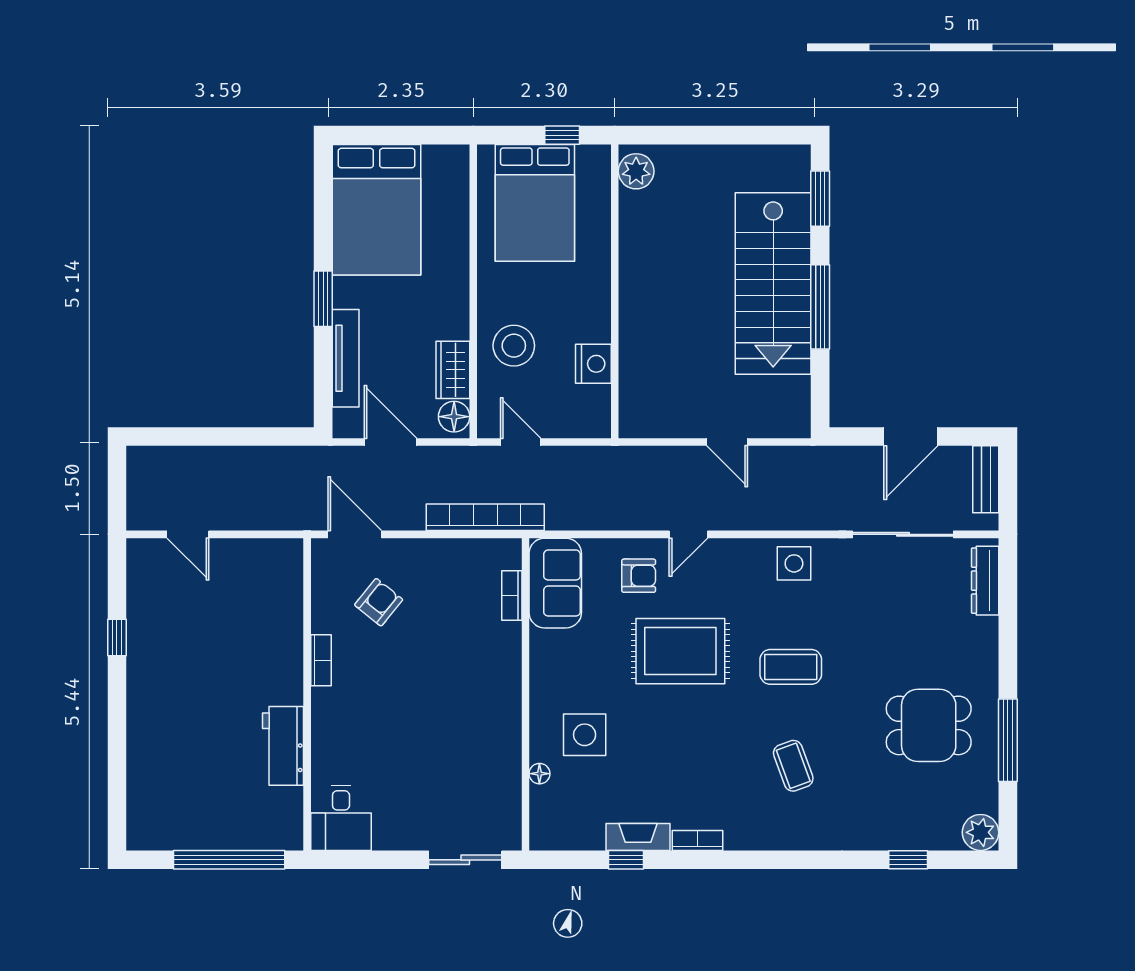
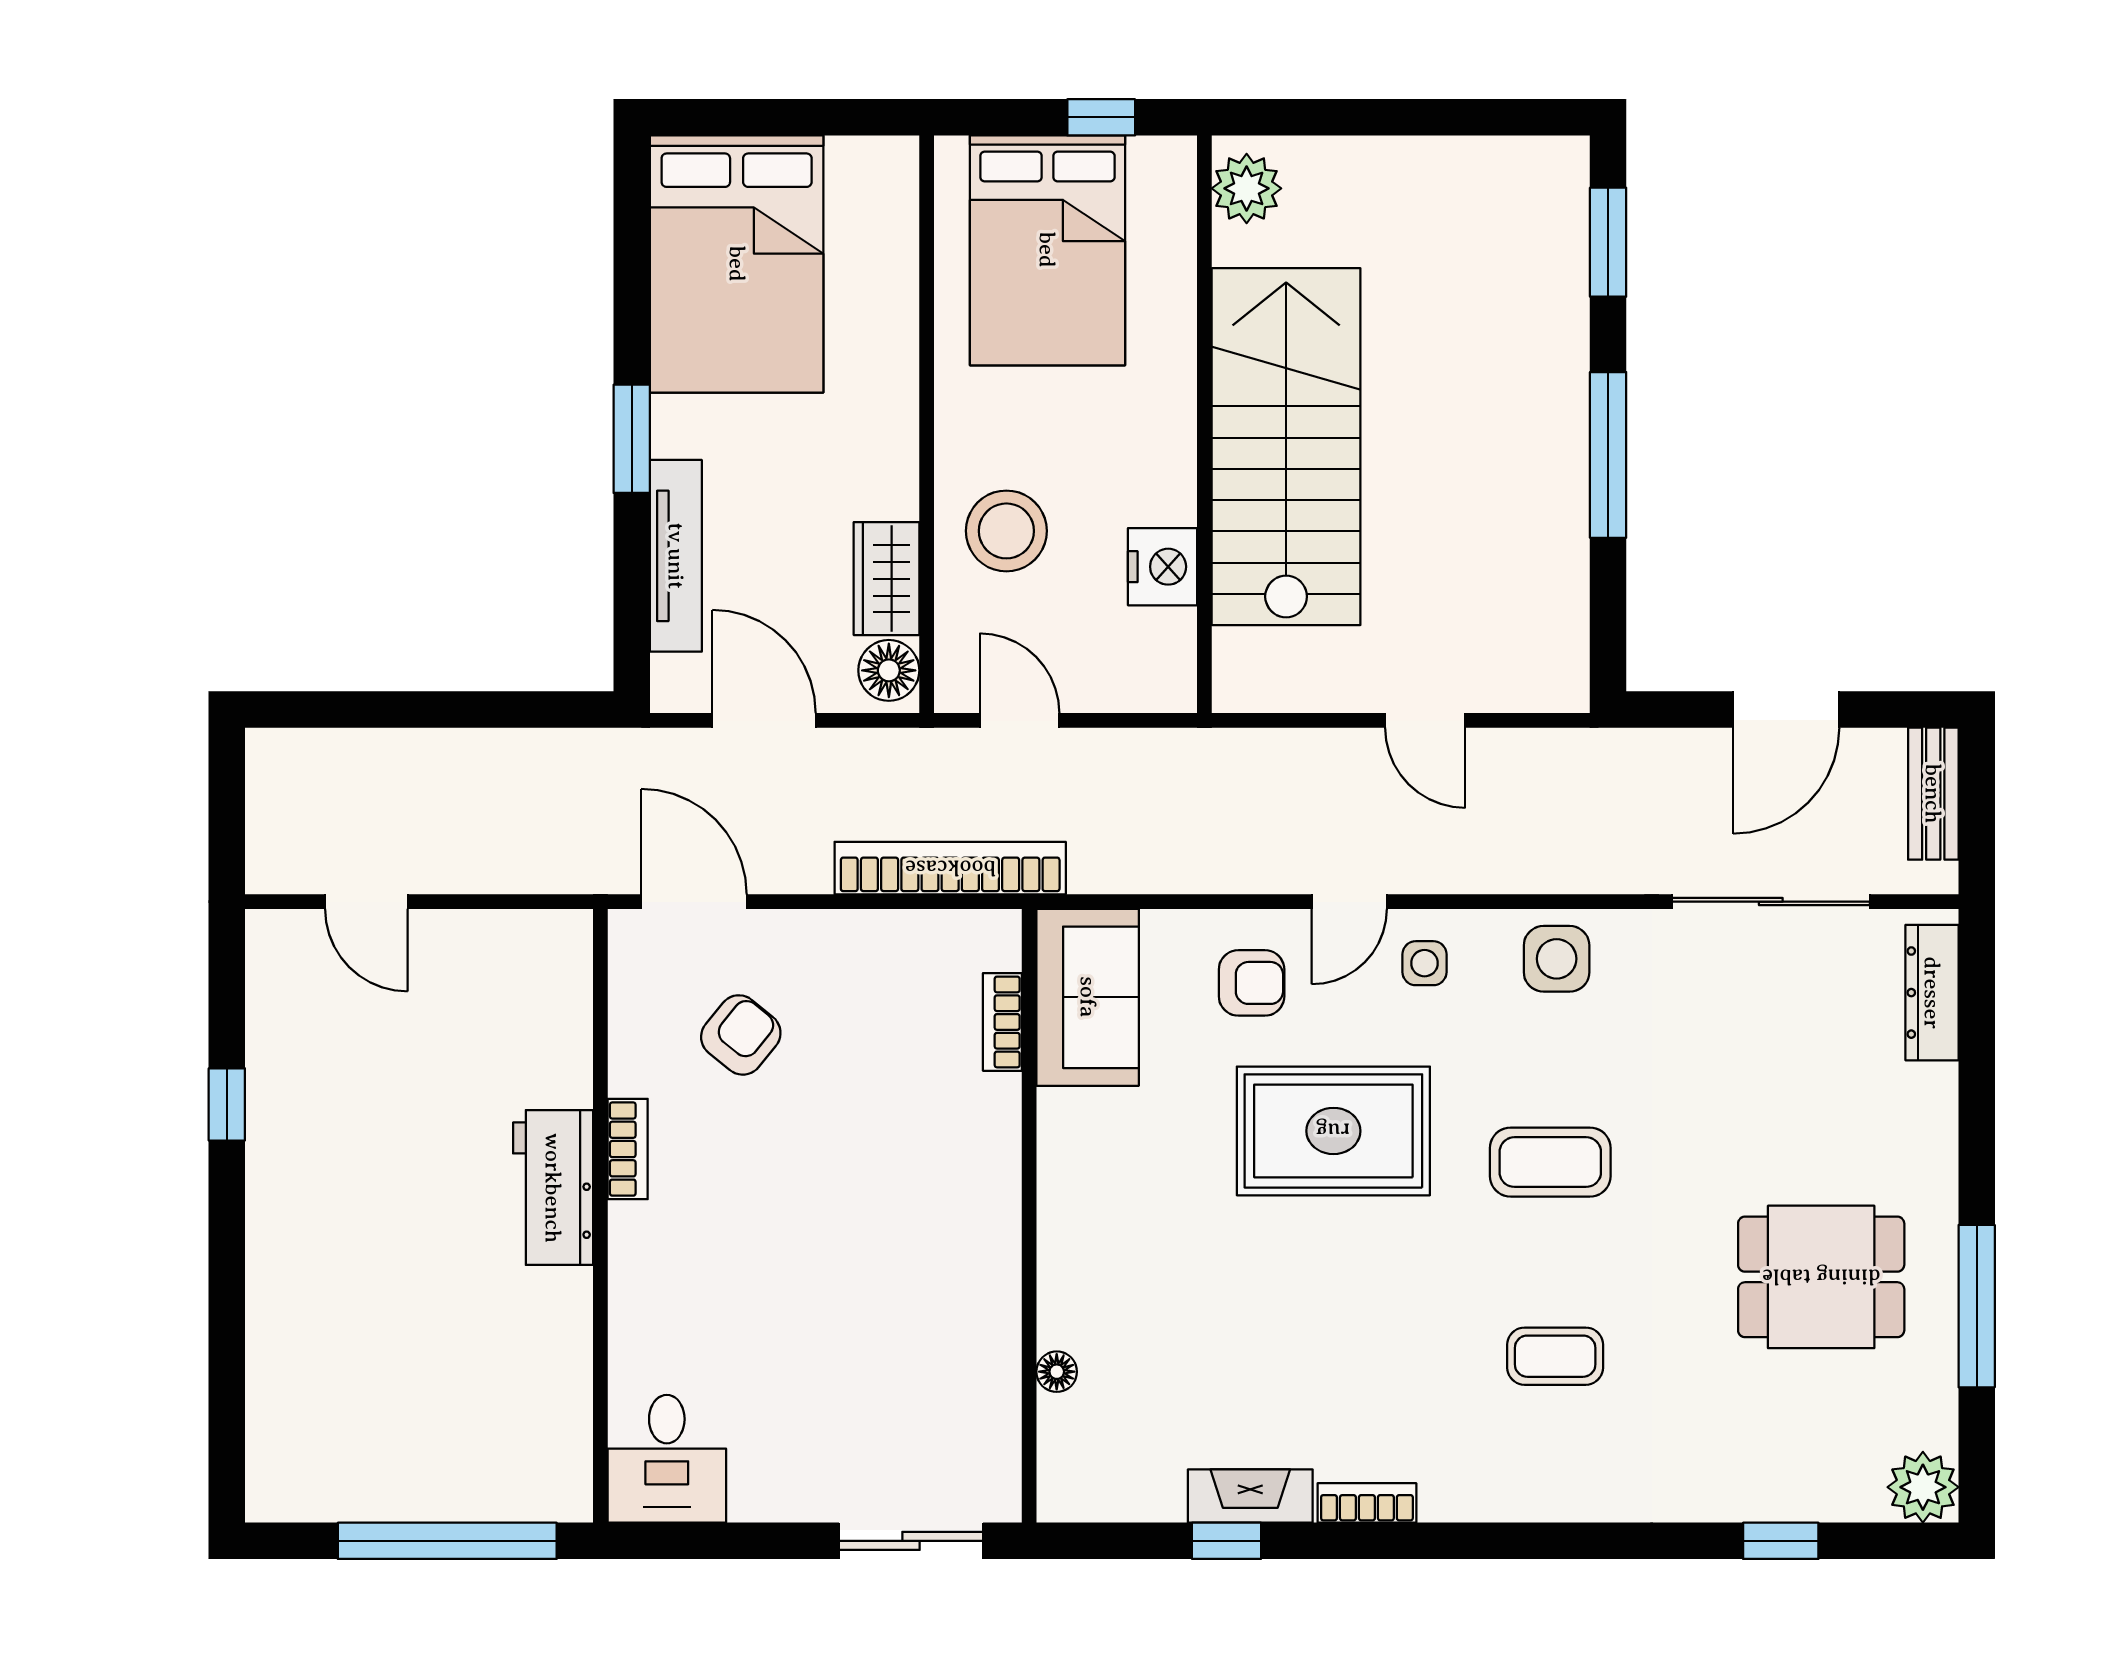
stairs: (773, 284) -> (1286, 447), moved, turned 180
side table: (585, 735) -> (1424, 963), moved, width x0.54, depth x0.54
workbench: (283, 746) -> (553, 1188), moved
coffee table: (793, 766) -> (1555, 1356), turned -70

